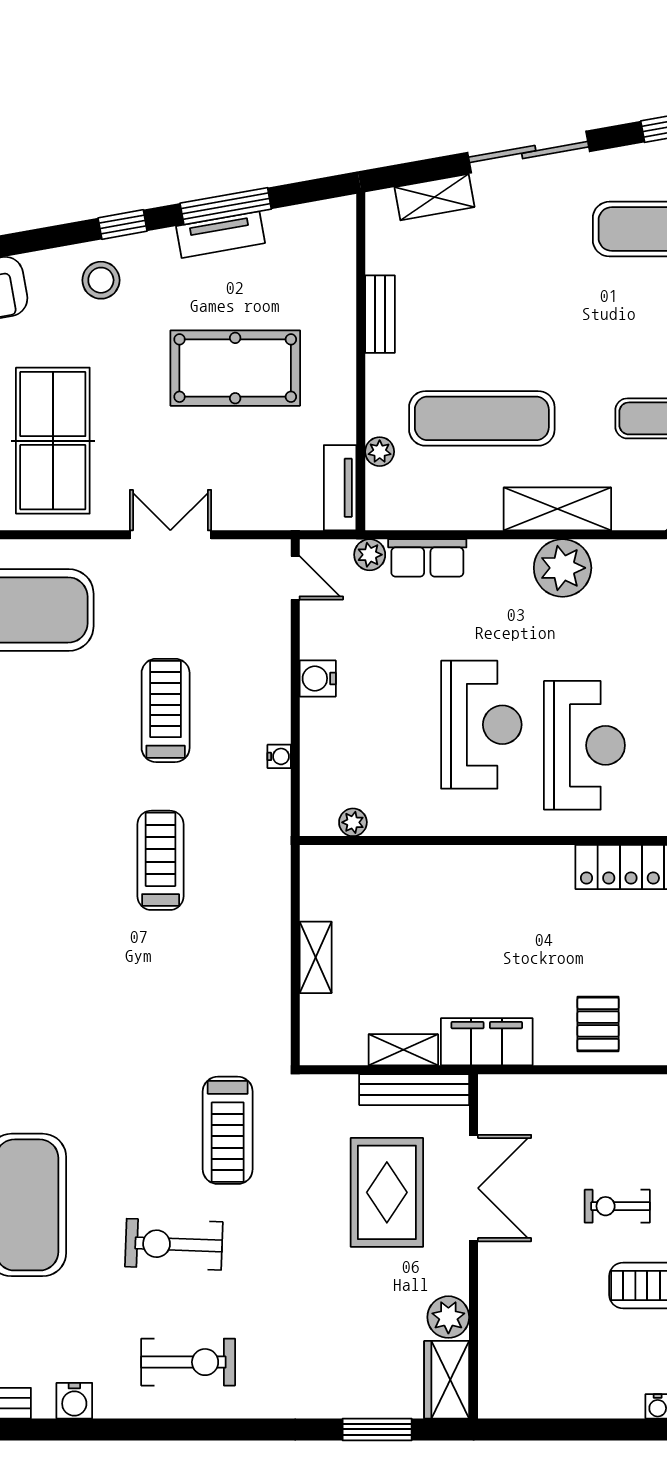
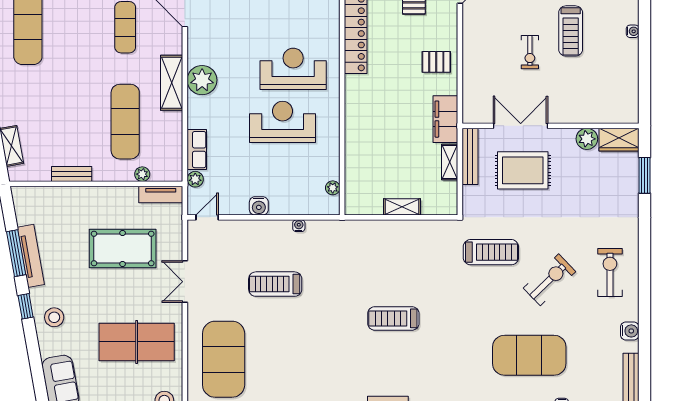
tv unit: (220, 235) -> (31, 256), width x1.41
pool table: (235, 368) -> (123, 248), moved, turned 90
treadmill: (161, 860) -> (393, 318), moved
exercise bike: (174, 1244) -> (549, 280), turned -136

